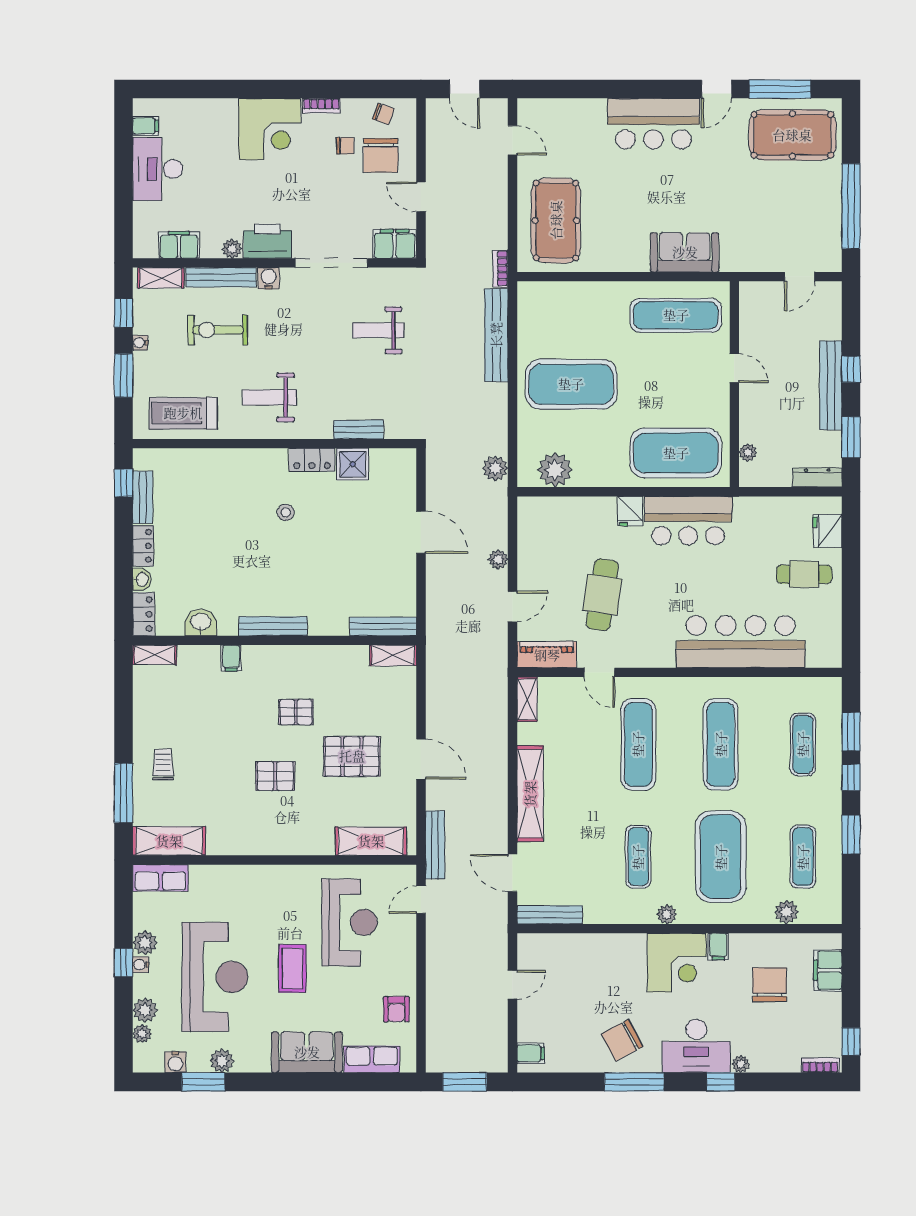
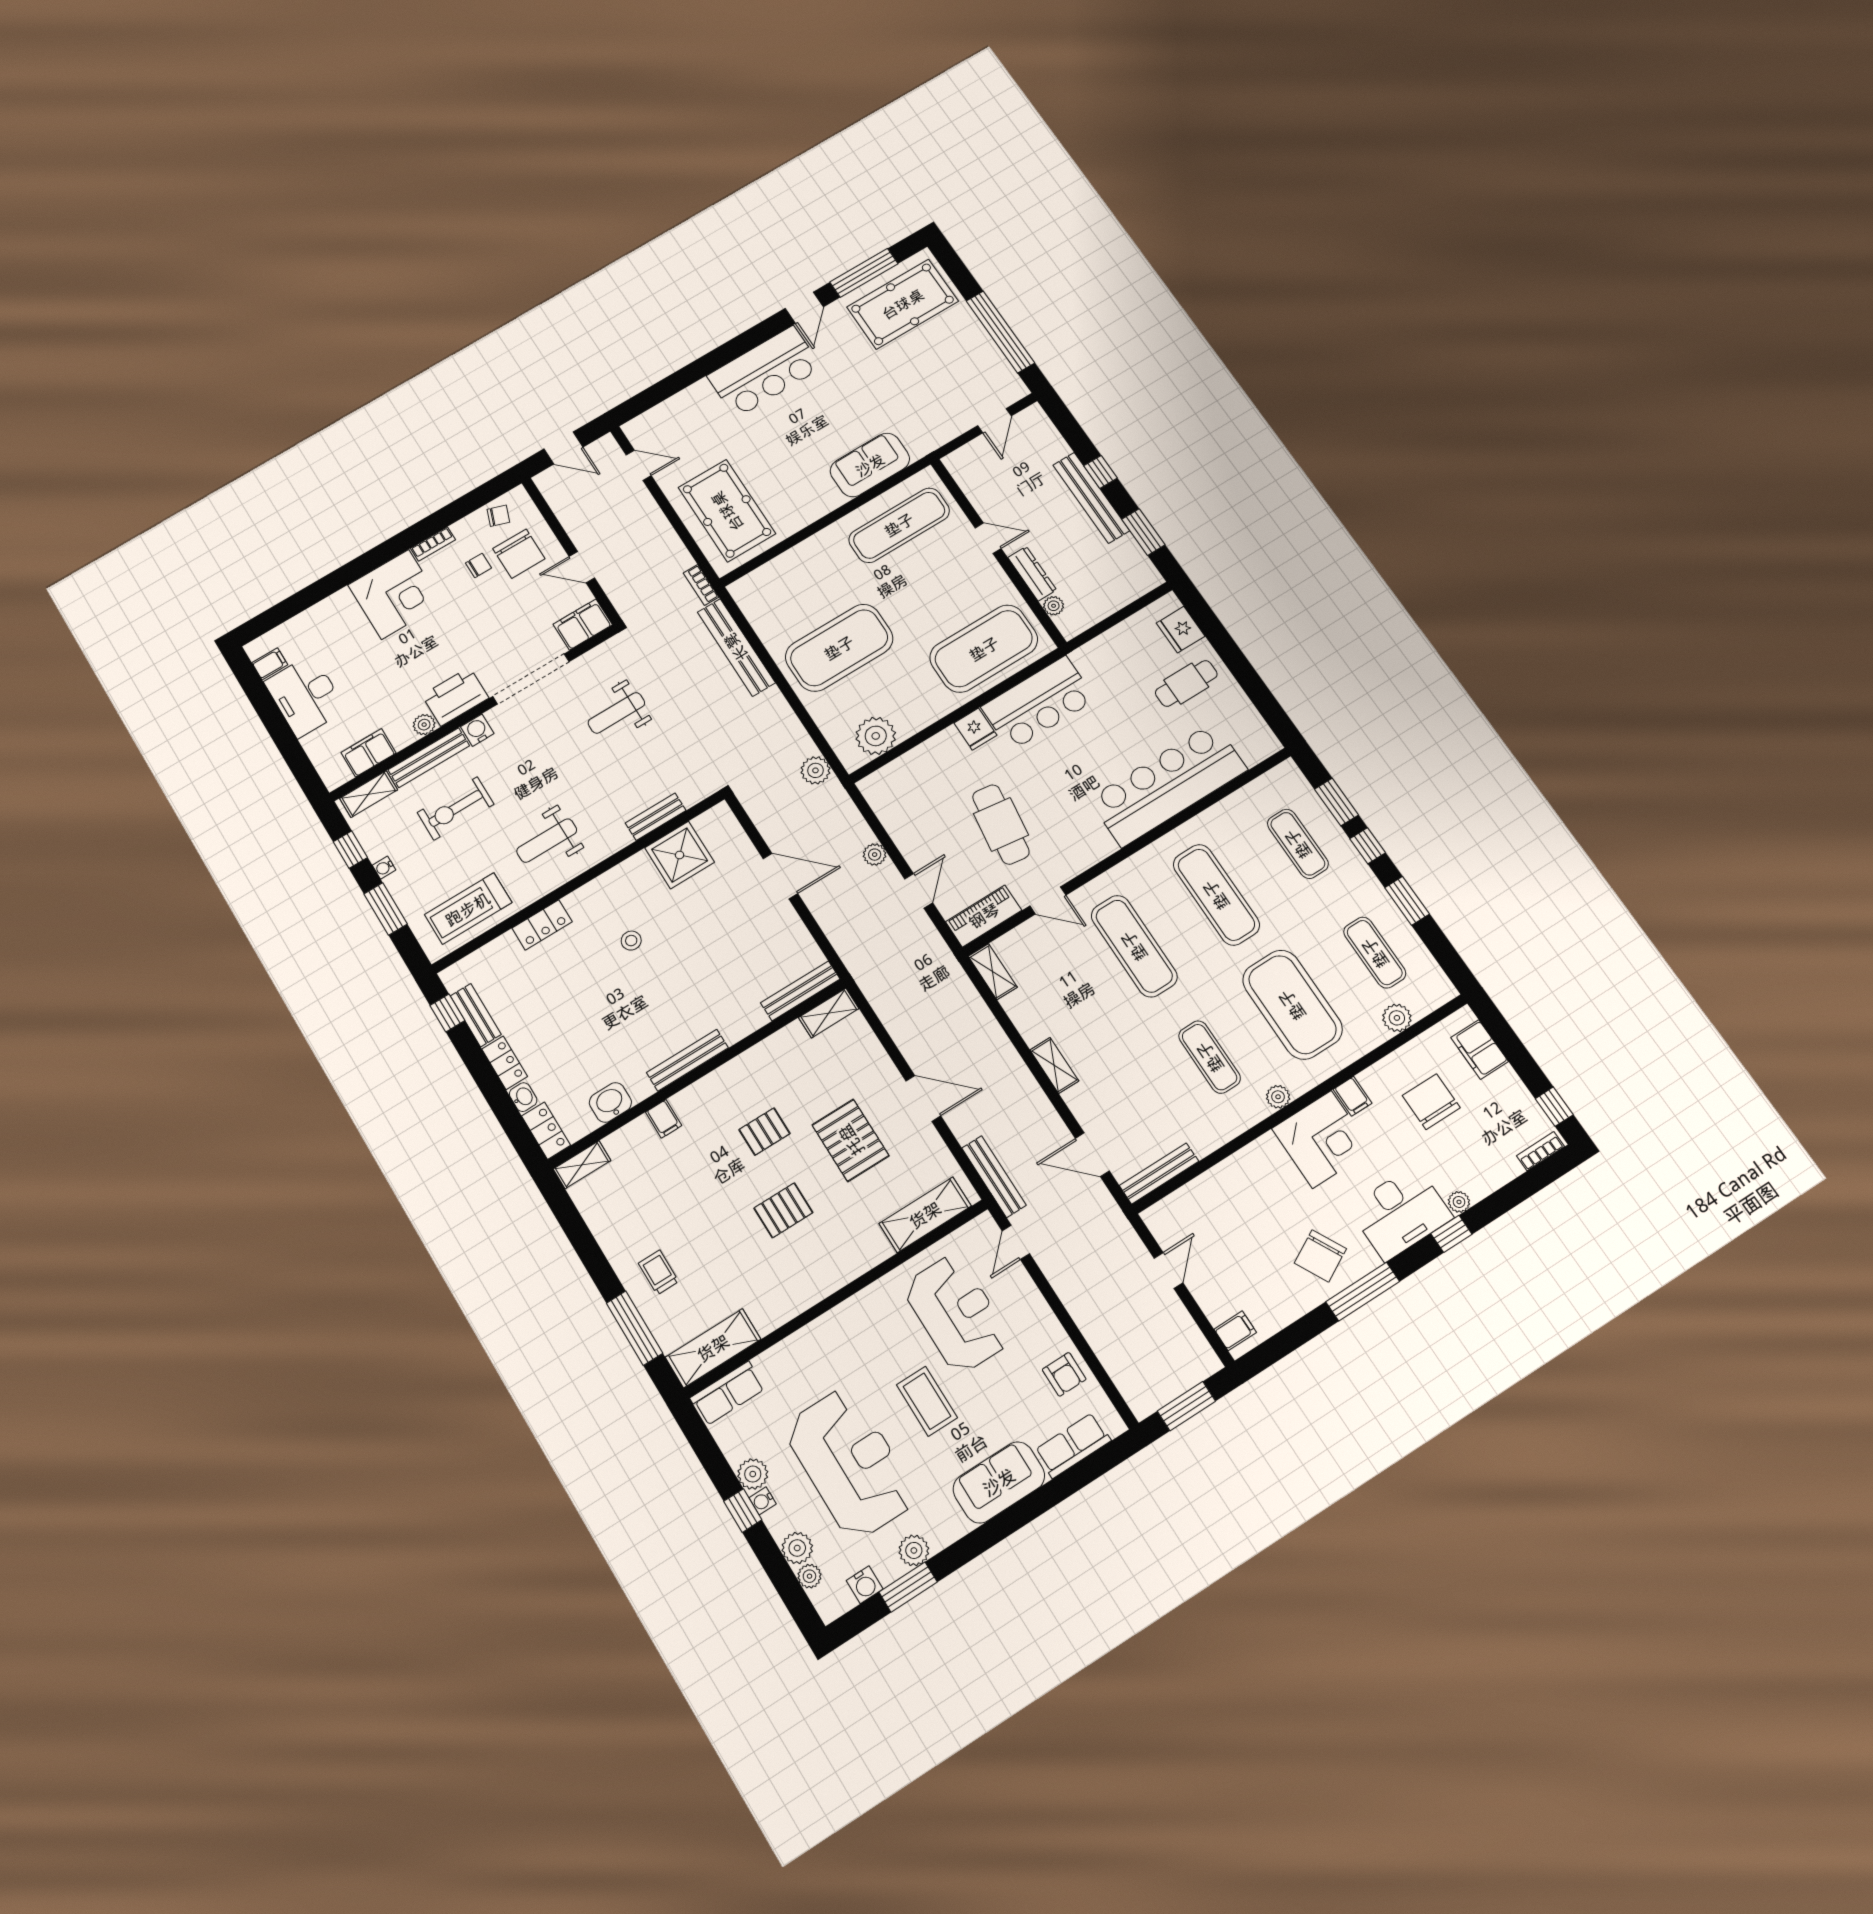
locker: (312, 460) -> (542, 925), moved
shower: (353, 464) -> (680, 855), width x1.36, depth x1.36
dresser: (817, 478) -> (1032, 574), moved, turned 90
pallet: (352, 756) -> (851, 1140), turned 90
shelving: (530, 794) -> (1054, 1065), width x0.45, depth x0.75

